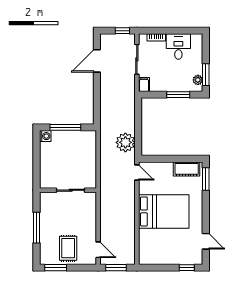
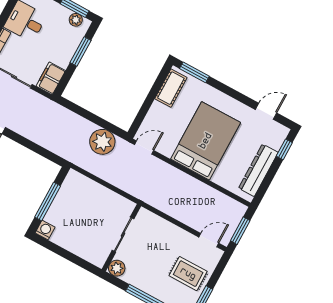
filing cabinet: (144, 85) -> (51, 78), width x2.00
plant: (46, 198) -> (117, 268), added
dresser: (163, 258) -> (258, 170), added

